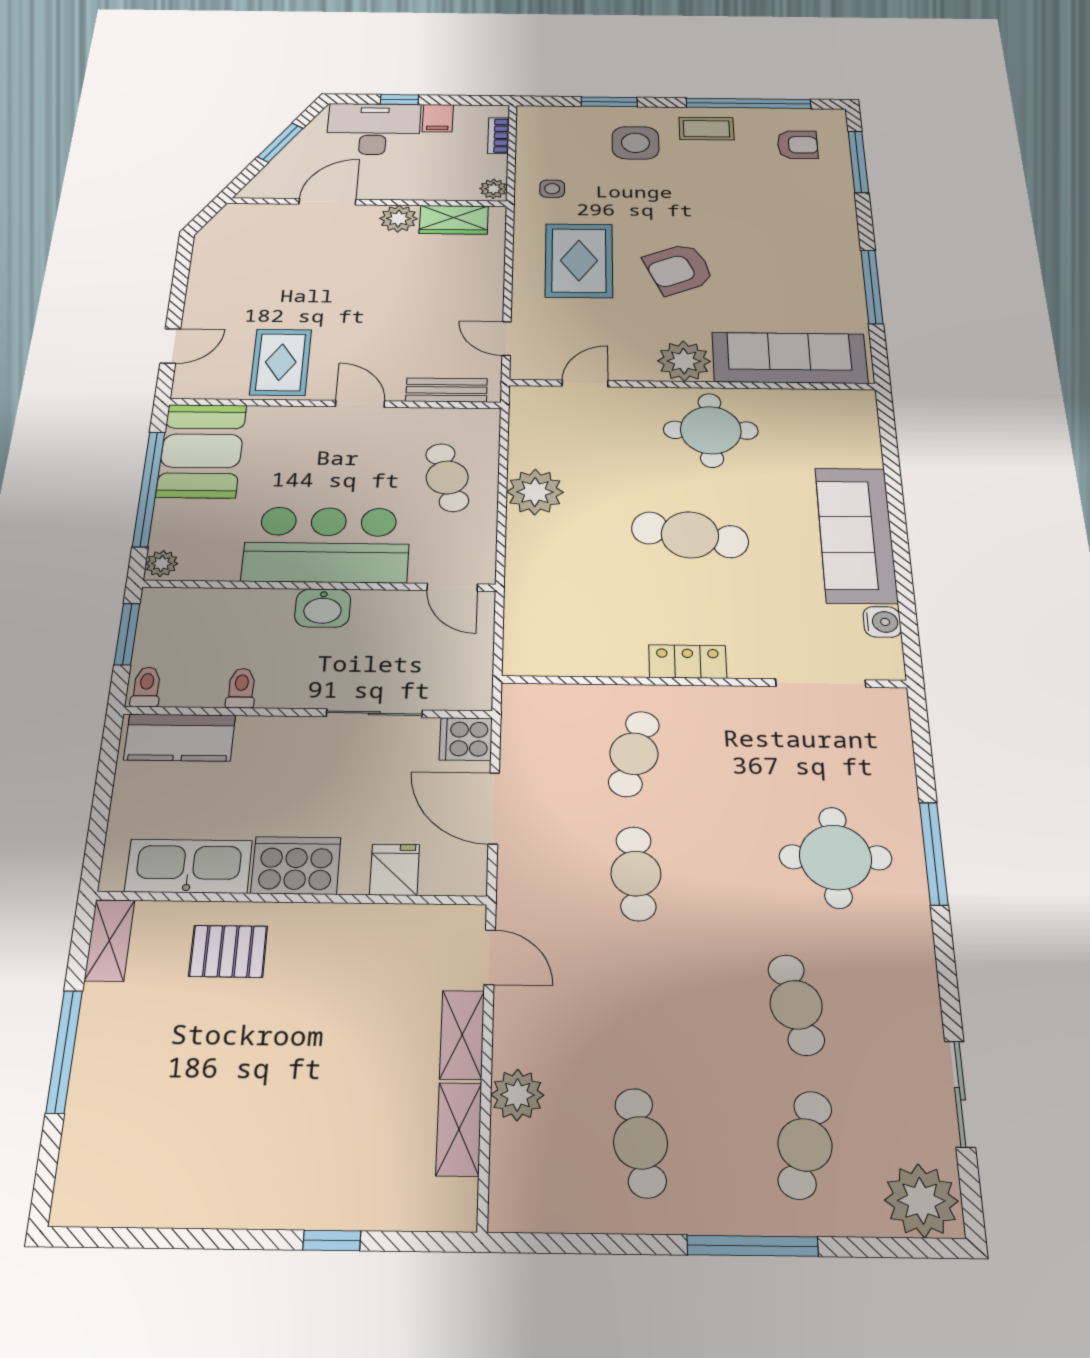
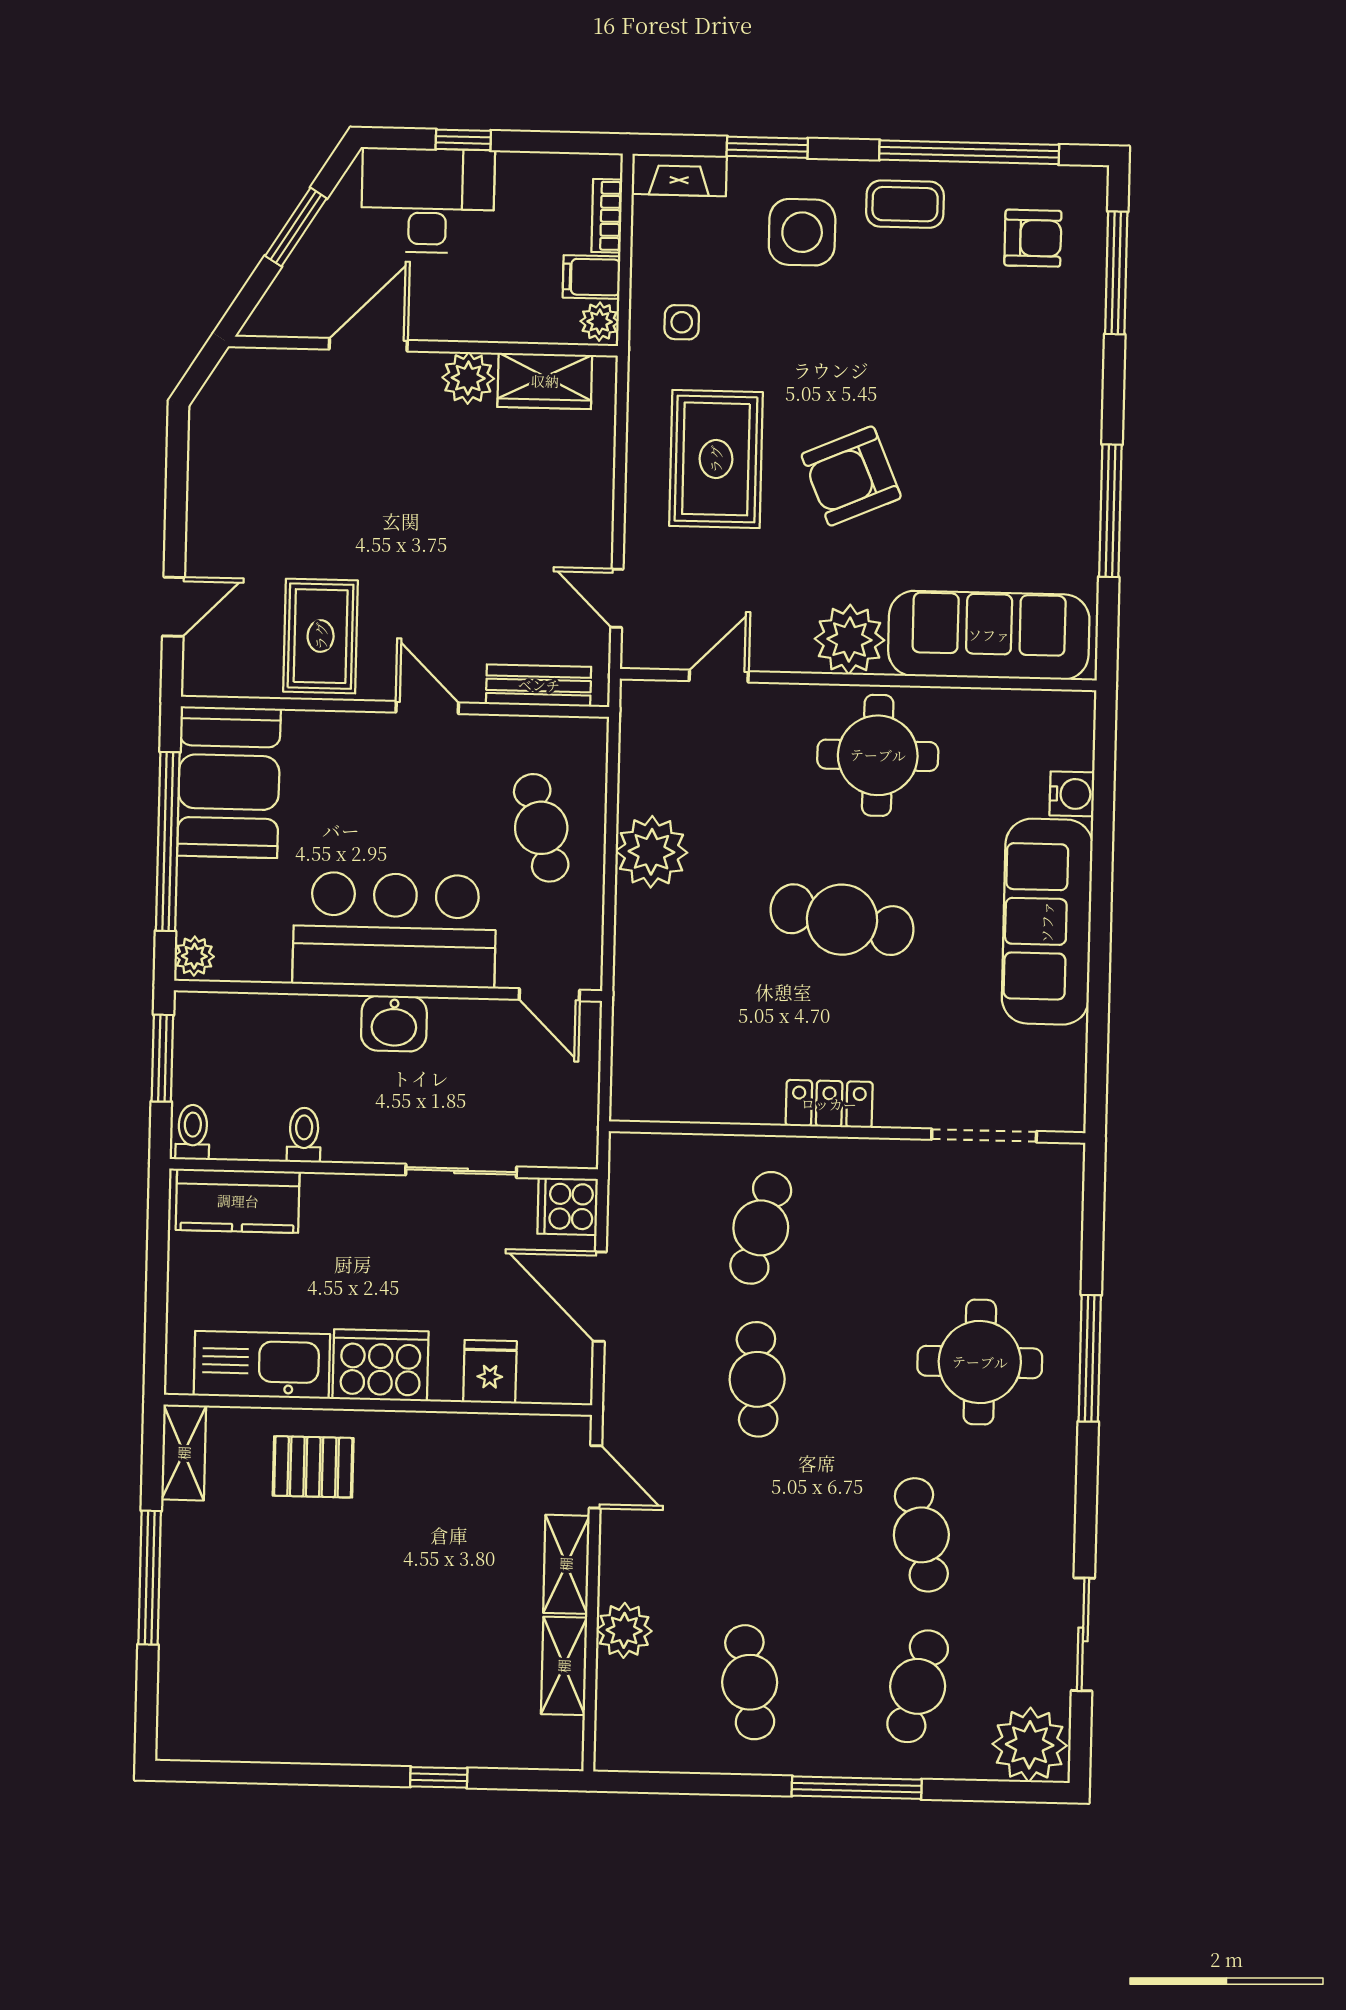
fireplace: (549, 115) -> (679, 175), added
filing cabinet: (438, 118) -> (592, 277), moved, turned 90
water cooler: (882, 622) -> (1072, 794), moved

